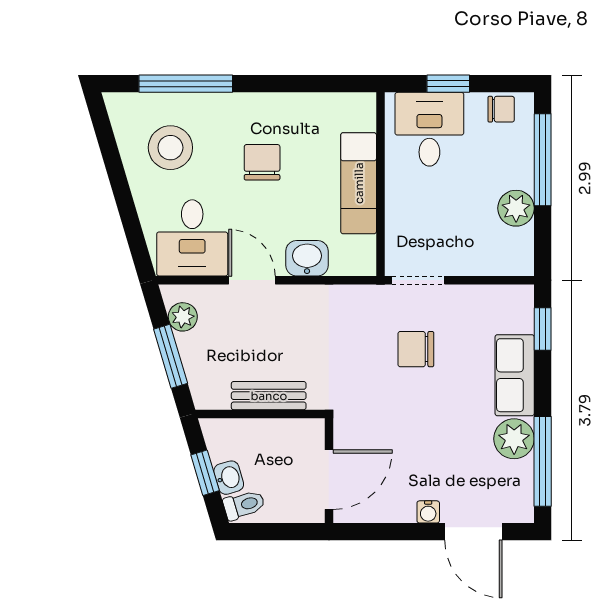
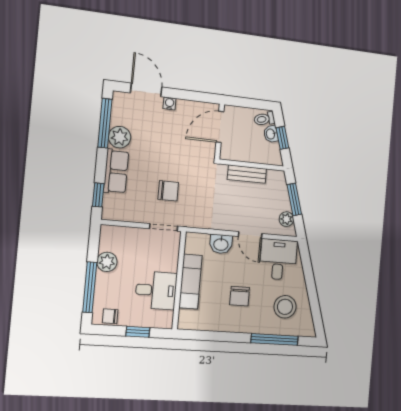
desk: (429, 129) -> (156, 290), moved, turned -90

